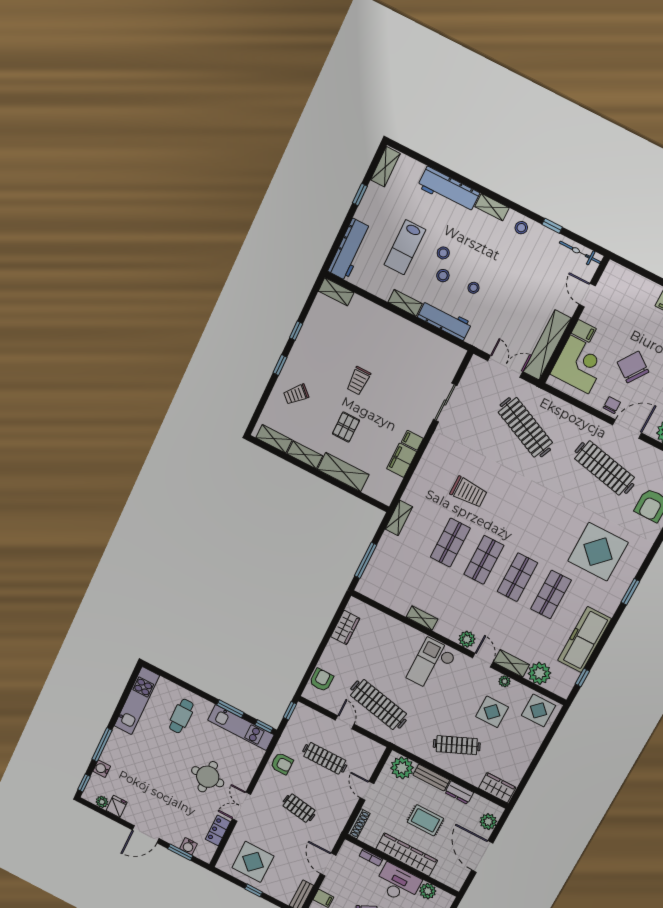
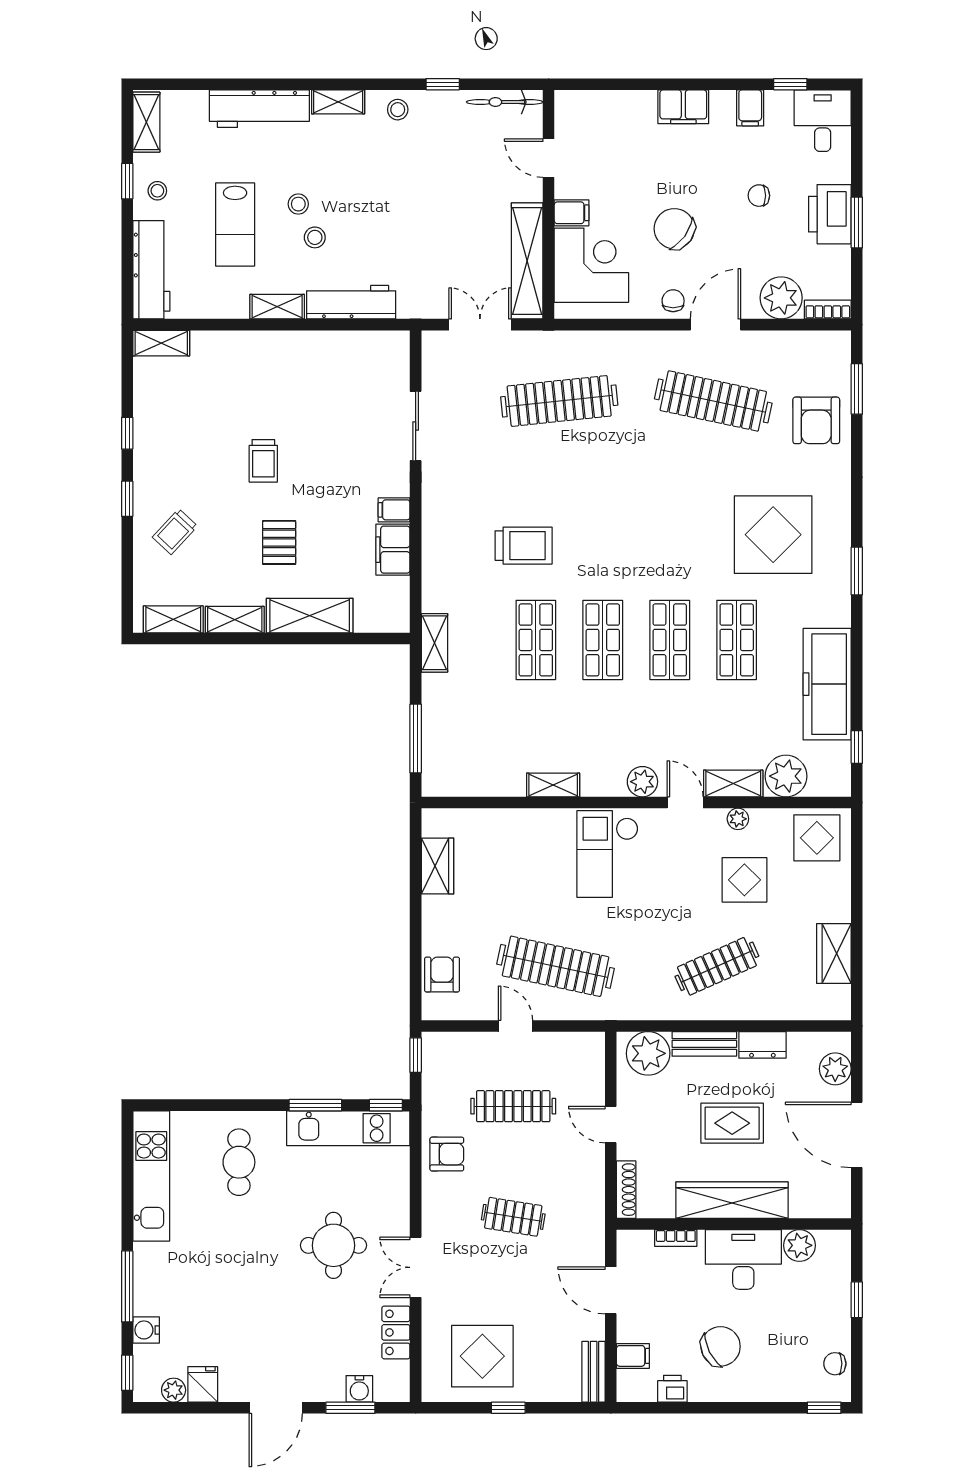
stool: (474, 288) -> (157, 191), moved
clothes rail: (525, 427) -> (559, 401), turned -30
wardrobe: (497, 788) -> (834, 954), moved, turned -90

